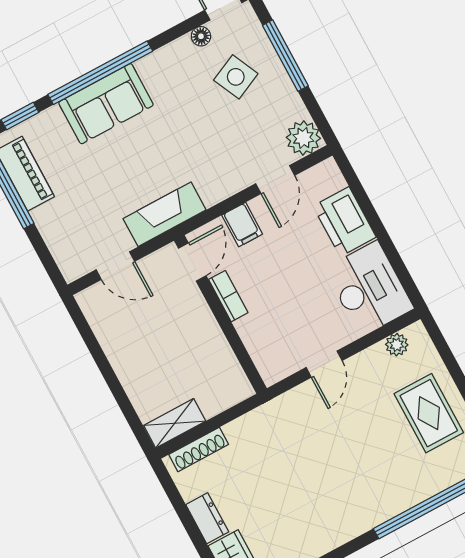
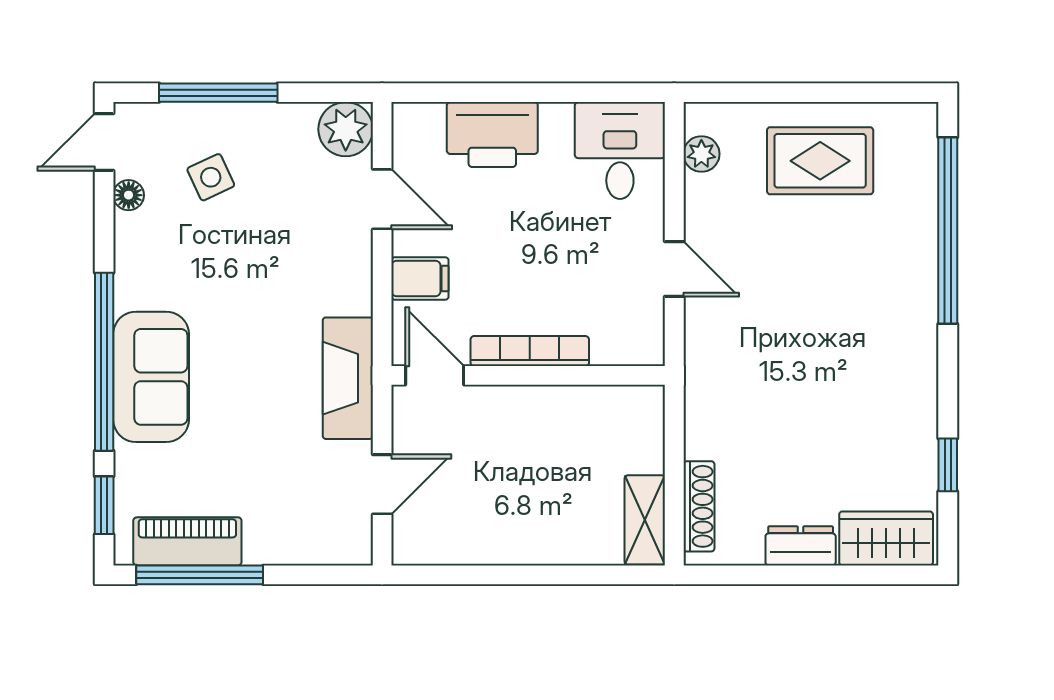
side table: (236, 77) -> (211, 177), width x0.73, depth x0.73
desk: (369, 289) -> (620, 151), width x0.73
bookcase: (228, 296) -> (530, 351), width x1.56

